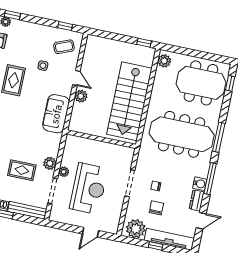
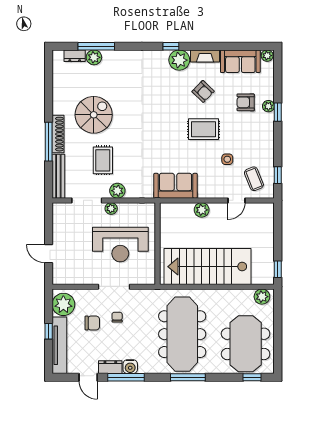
door: (76, 78) -> (236, 200), moved
window: (210, 179) -> (126, 377), moved
reception desk: (89, 189) -> (120, 244), moved

